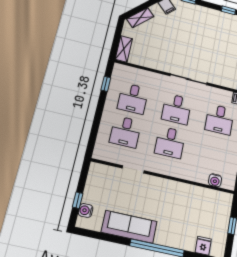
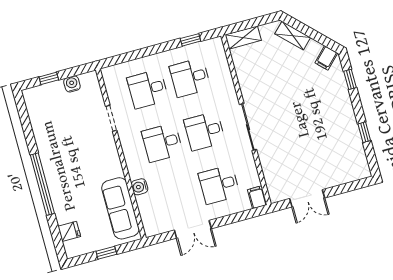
water cooler: (215, 180) -> (140, 187), moved
water cooler: (86, 210) -> (72, 84), moved
sofa: (129, 227) -> (120, 208), moved, turned 180

